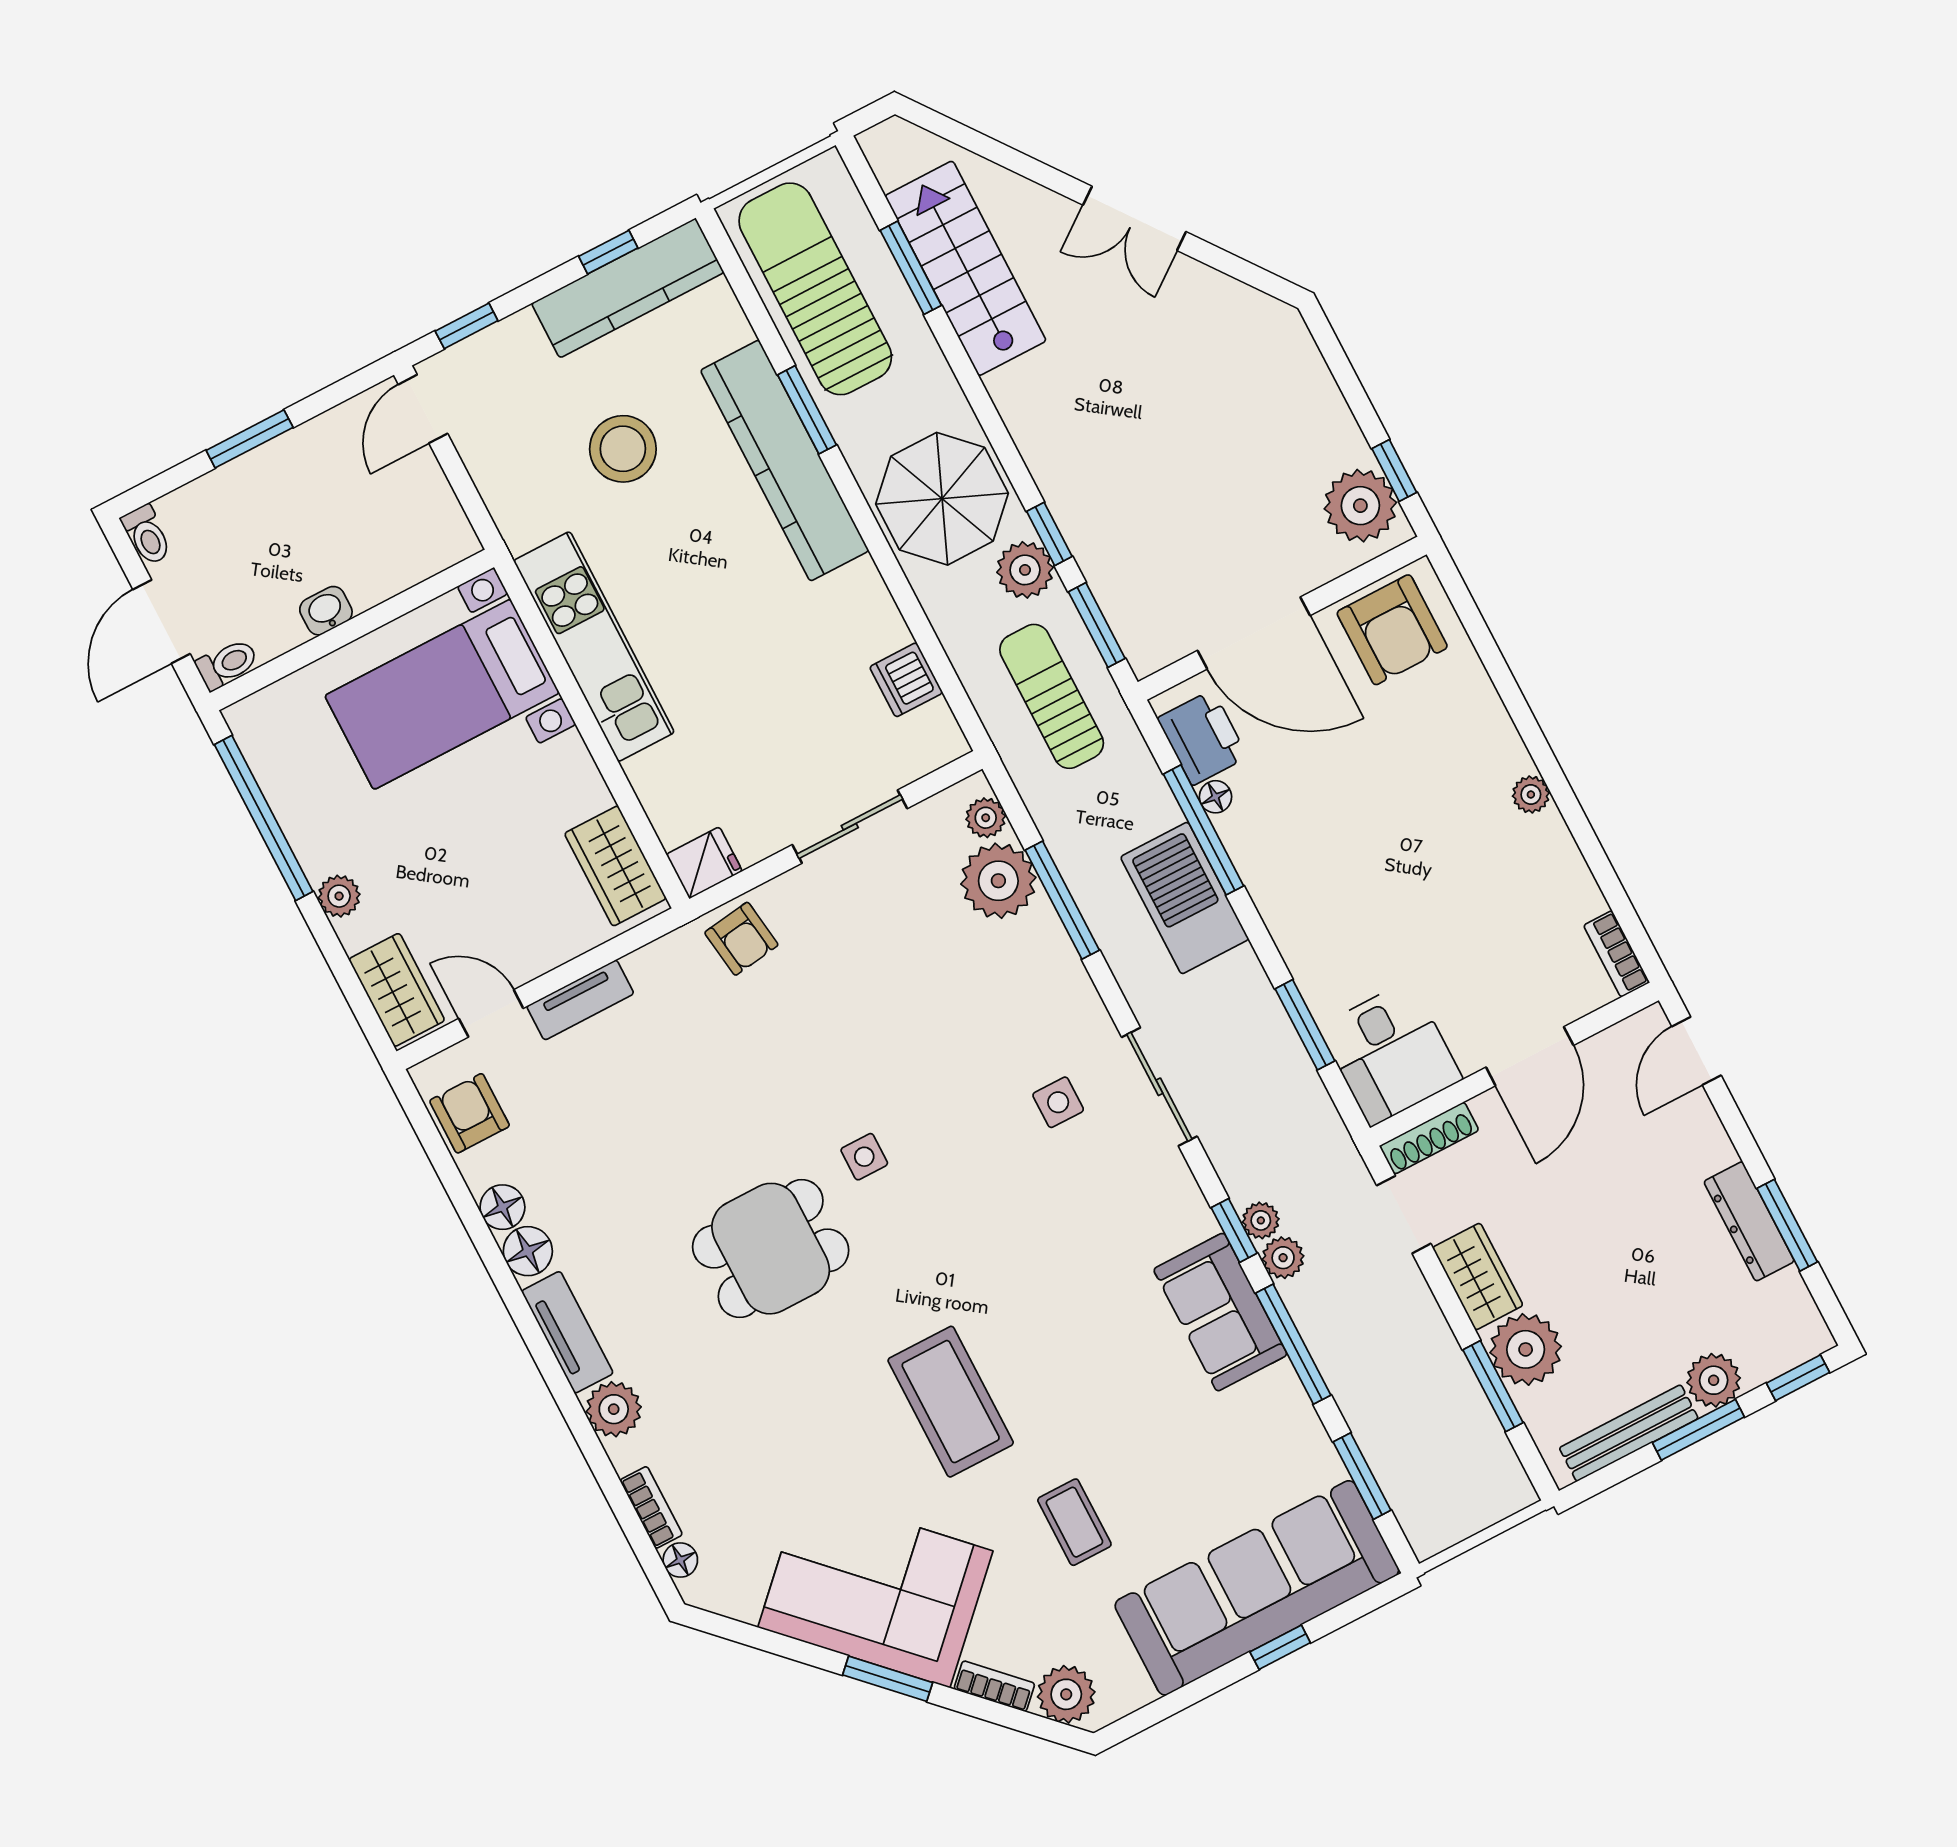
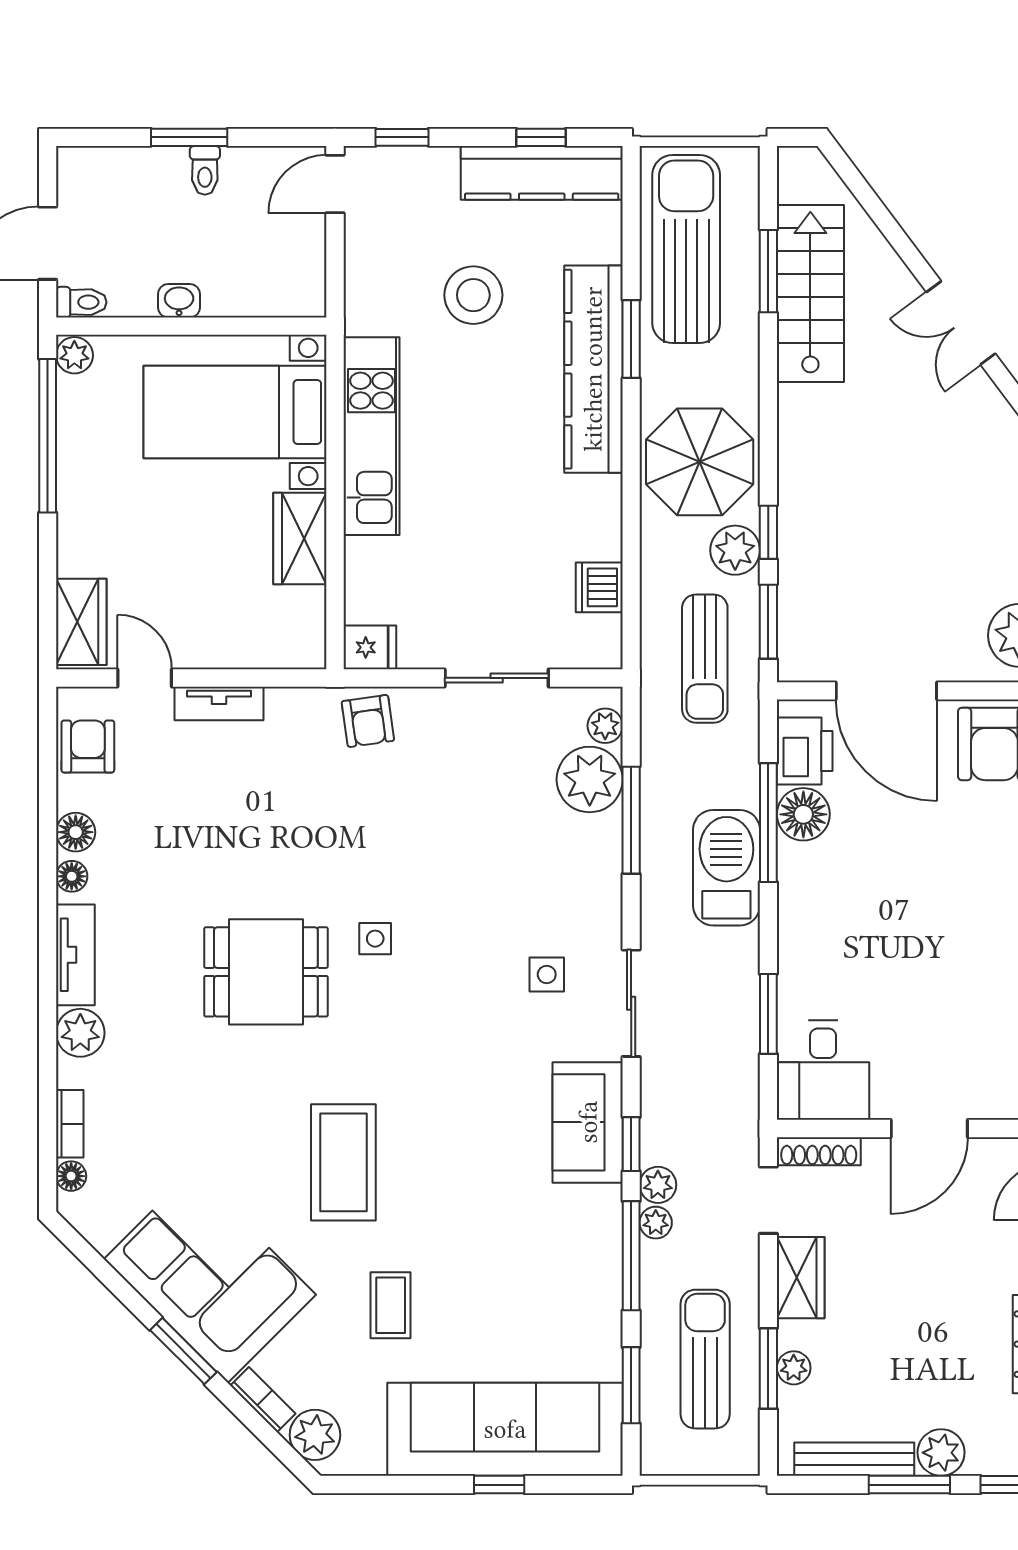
toilet: (147, 535) -> (205, 170), moved
sun lounger: (1052, 696) -> (705, 659), turned 180
floor lamp: (1215, 797) -> (803, 814), width x1.89, depth x1.89
wardrobe: (615, 866) -> (300, 538), moved
plant: (339, 896) -> (74, 355), moved
plant: (1261, 1220) -> (656, 1223), moved
floor lamp: (528, 1251) -> (72, 876), width x0.73, depth x0.73
sofa: (1220, 1312) -> (588, 1122), moved
plant: (1526, 1349) -> (794, 1368), width x0.53, depth x0.53
sun lounger: (1424, 1410) -> (705, 1359), added

